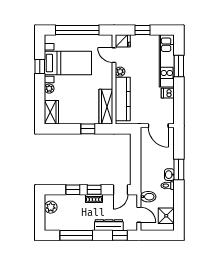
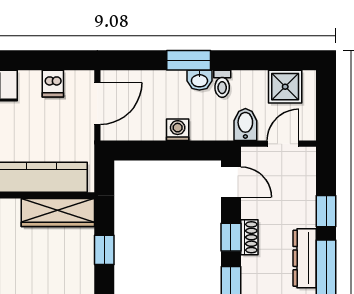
dishwasher: (168, 93) -> (53, 84), moved
washing machine: (146, 164) -> (178, 130), added
dresser: (109, 225) -> (305, 258), moved
window: (120, 235) -> (326, 211), moved

